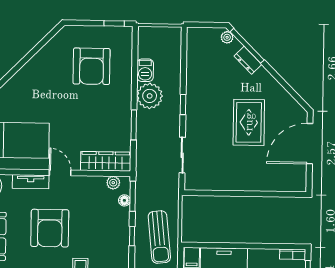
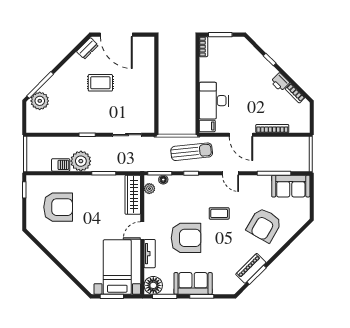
plant: (227, 37) -> (40, 101), width x1.87, depth x1.87
dresser: (248, 60) -> (87, 48), moved
rug: (249, 122) -> (100, 83), width x0.73, depth x0.70

